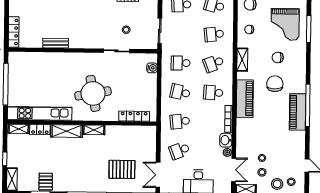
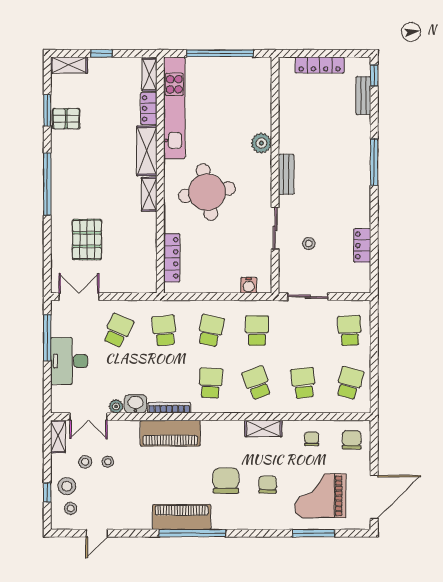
locker: (14, 32) -> (320, 65), moved
bench: (56, 43) -> (286, 174), moved
plant: (63, 59) -> (261, 143), added
chair: (275, 84) -> (226, 481), turned -90
piano: (245, 99) -> (170, 433), moved
school desk: (179, 150) -> (118, 330), turned 45

